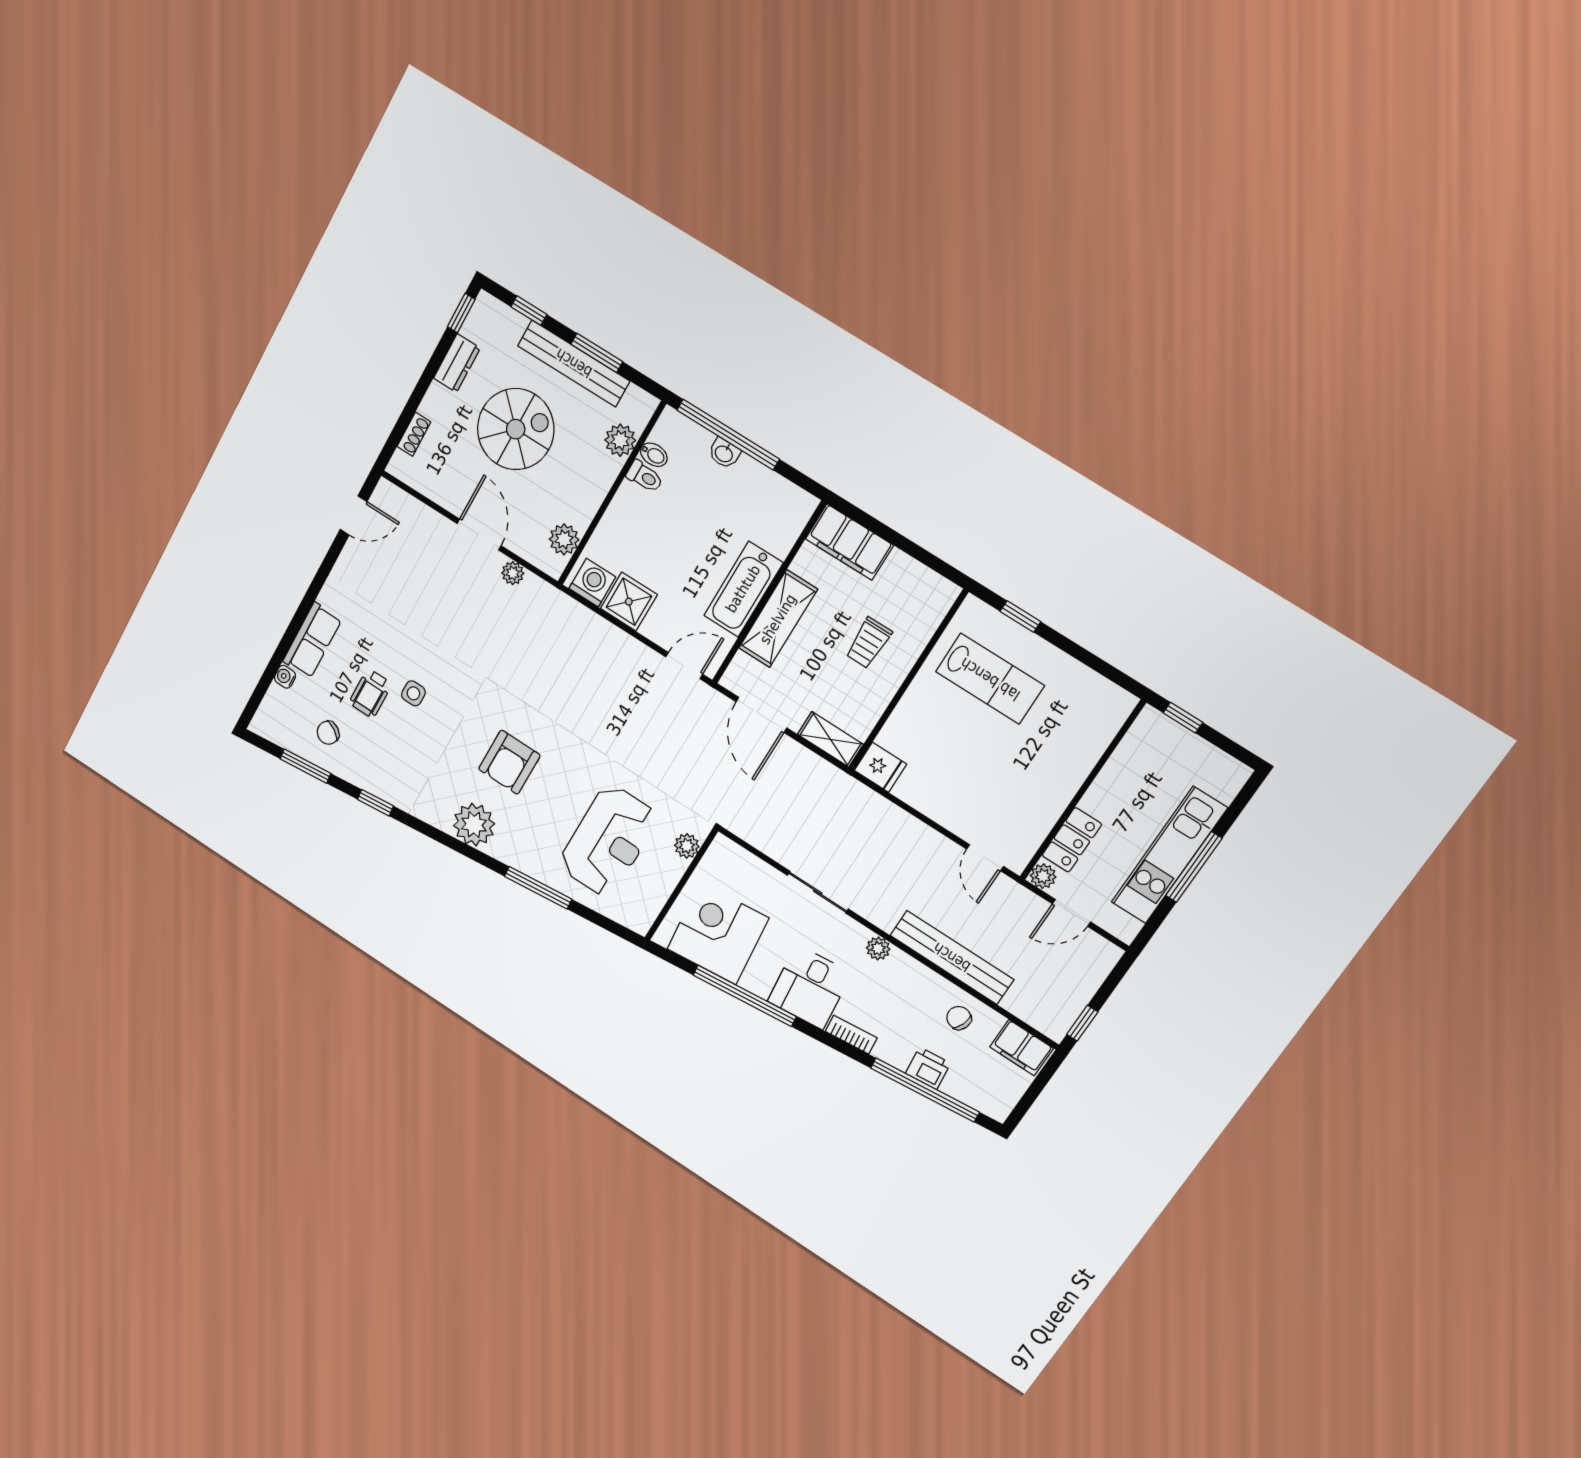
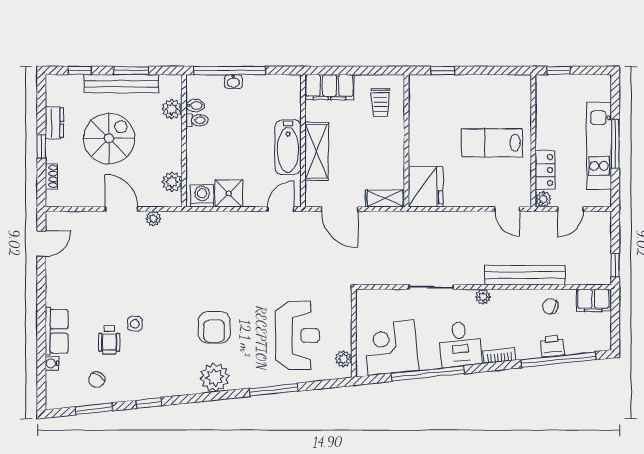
window: (461, 313) -> (41, 146), moved
trolley: (869, 643) -> (380, 103), moved
lab bench: (990, 679) -> (492, 143), moved, turned 180
fridge: (880, 767) -> (426, 187), width x1.88, depth x1.34
plant: (687, 846) -> (343, 359), moved

